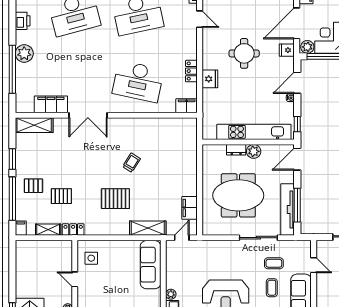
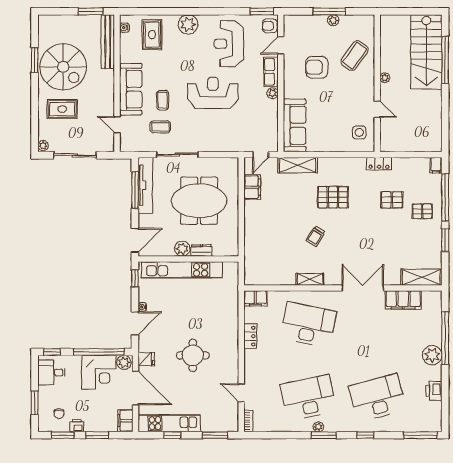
door: (297, 23) -> (136, 388), hinge flipped
fridge: (210, 79) -> (230, 328), removed
shelving: (48, 230) -> (310, 279), moved

